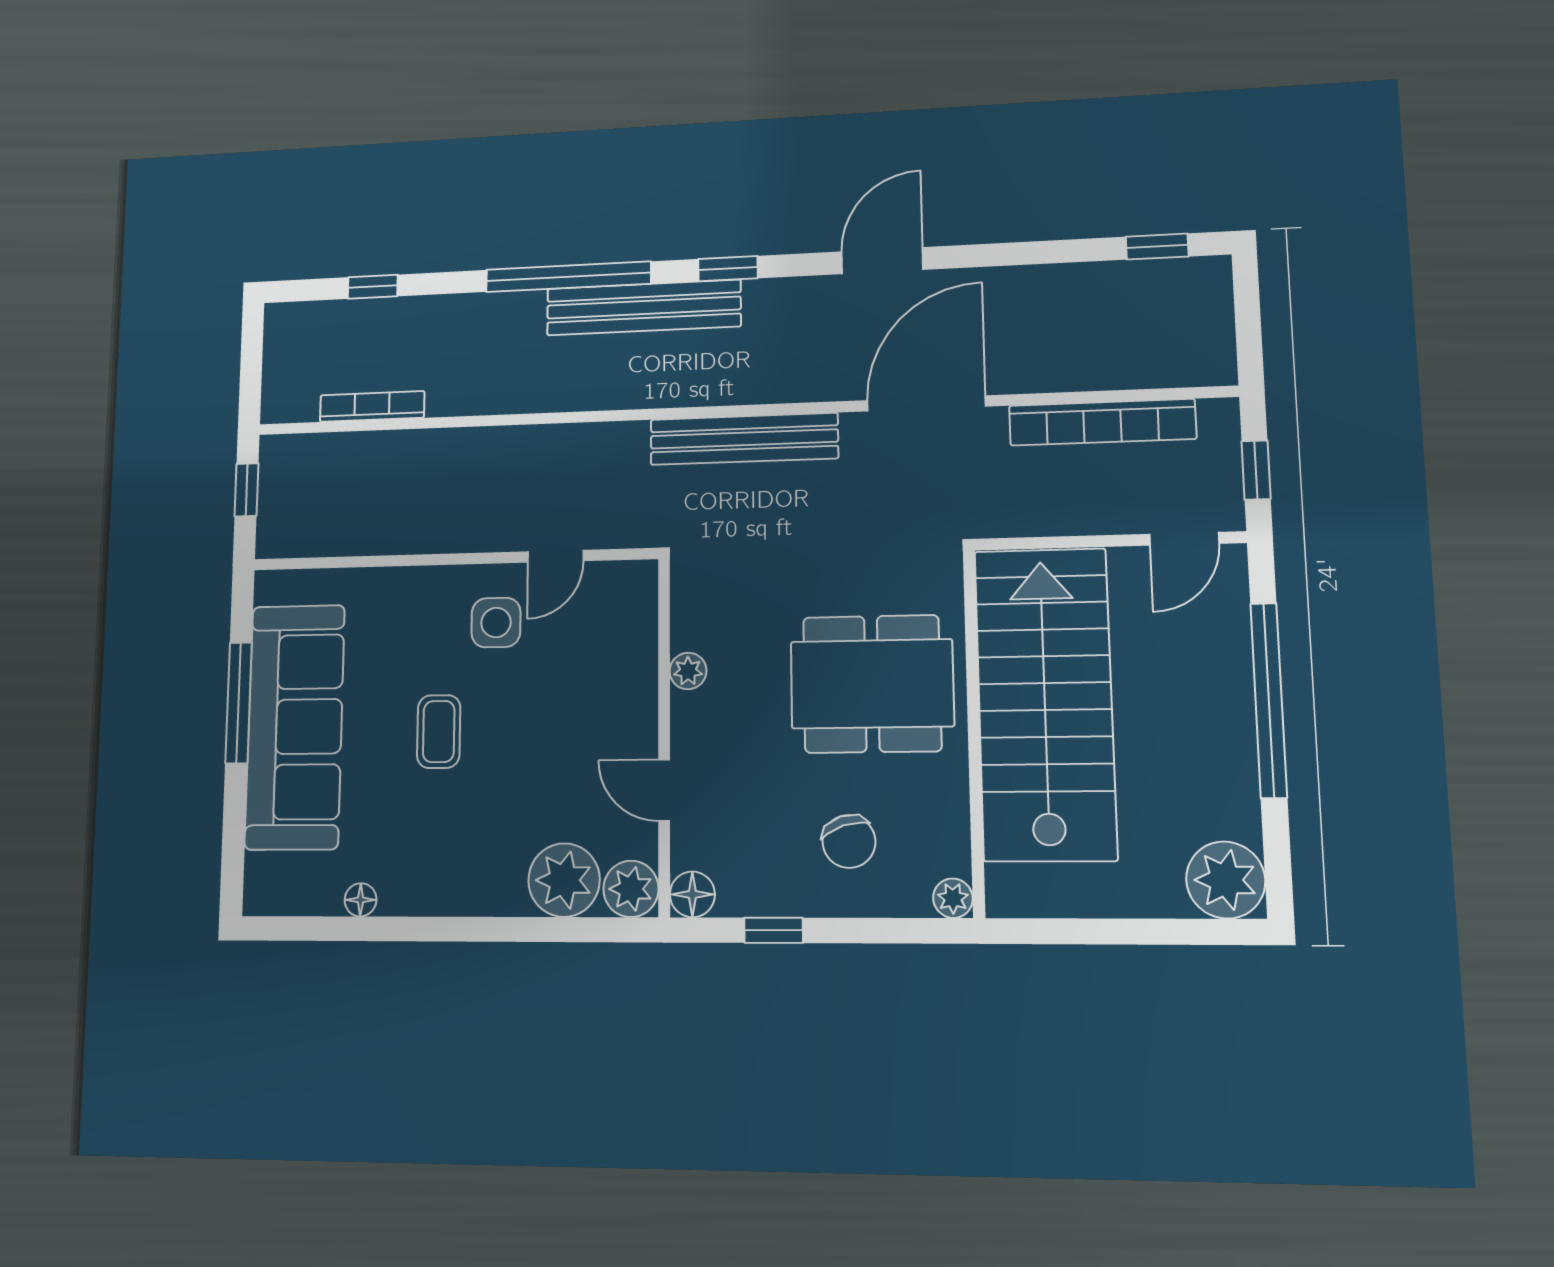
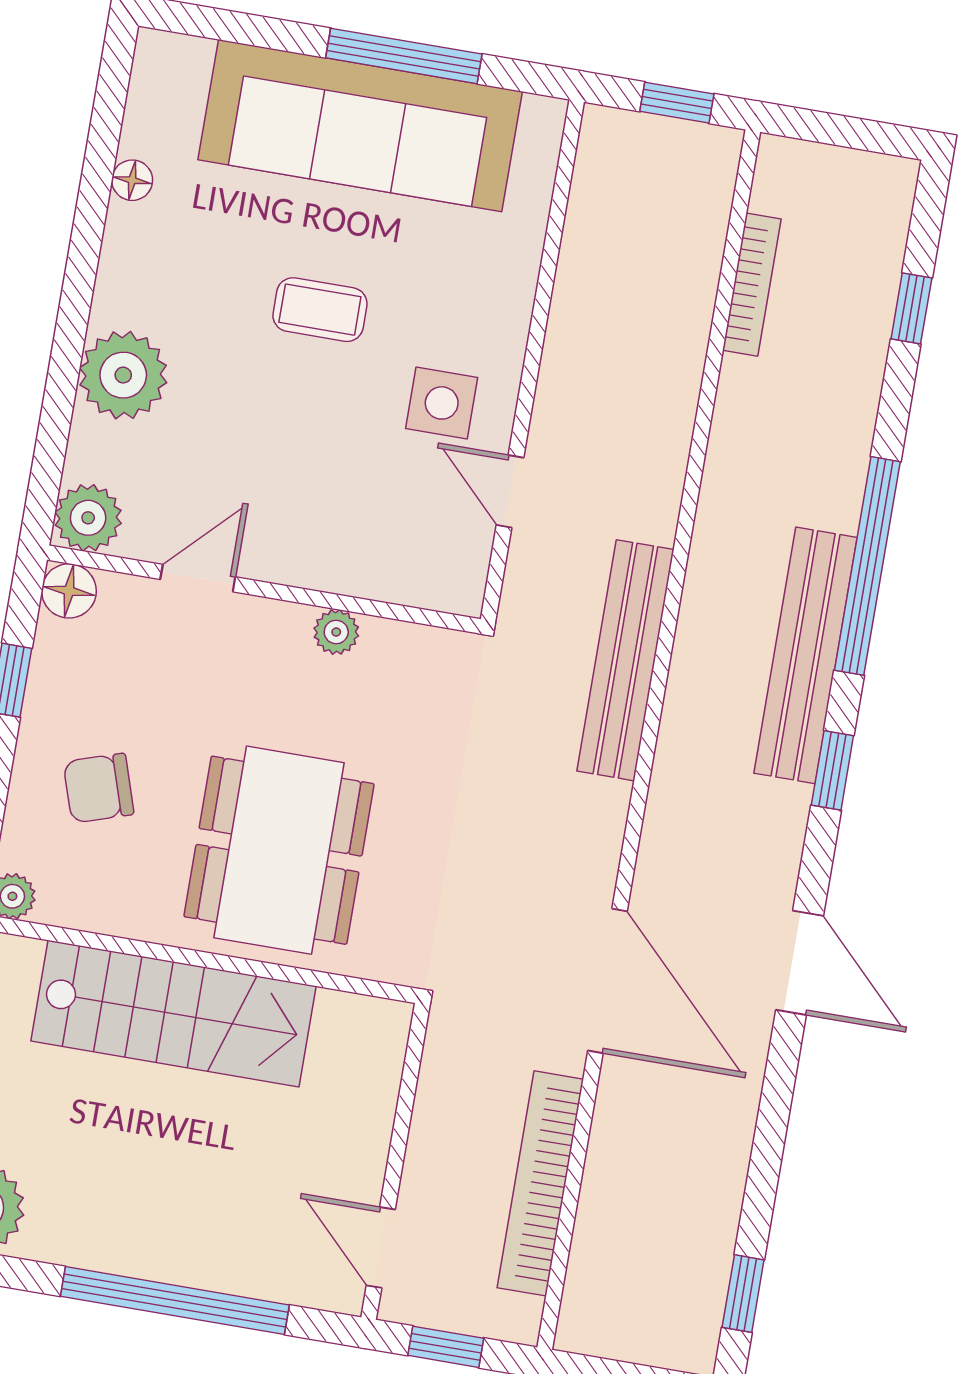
bench: (744, 439) -> (625, 660), moved
stairs: (1045, 704) -> (173, 1014), width x0.73, depth x0.66
plant: (564, 880) -> (123, 375), moved

